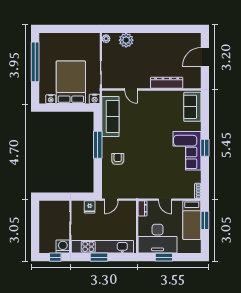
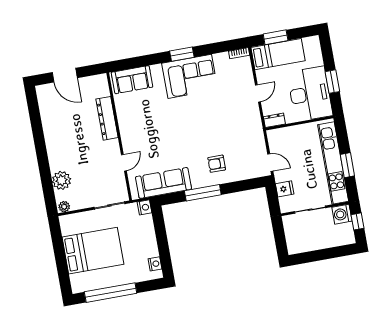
bed: (71, 82) -> (93, 251), moved, turned 180

